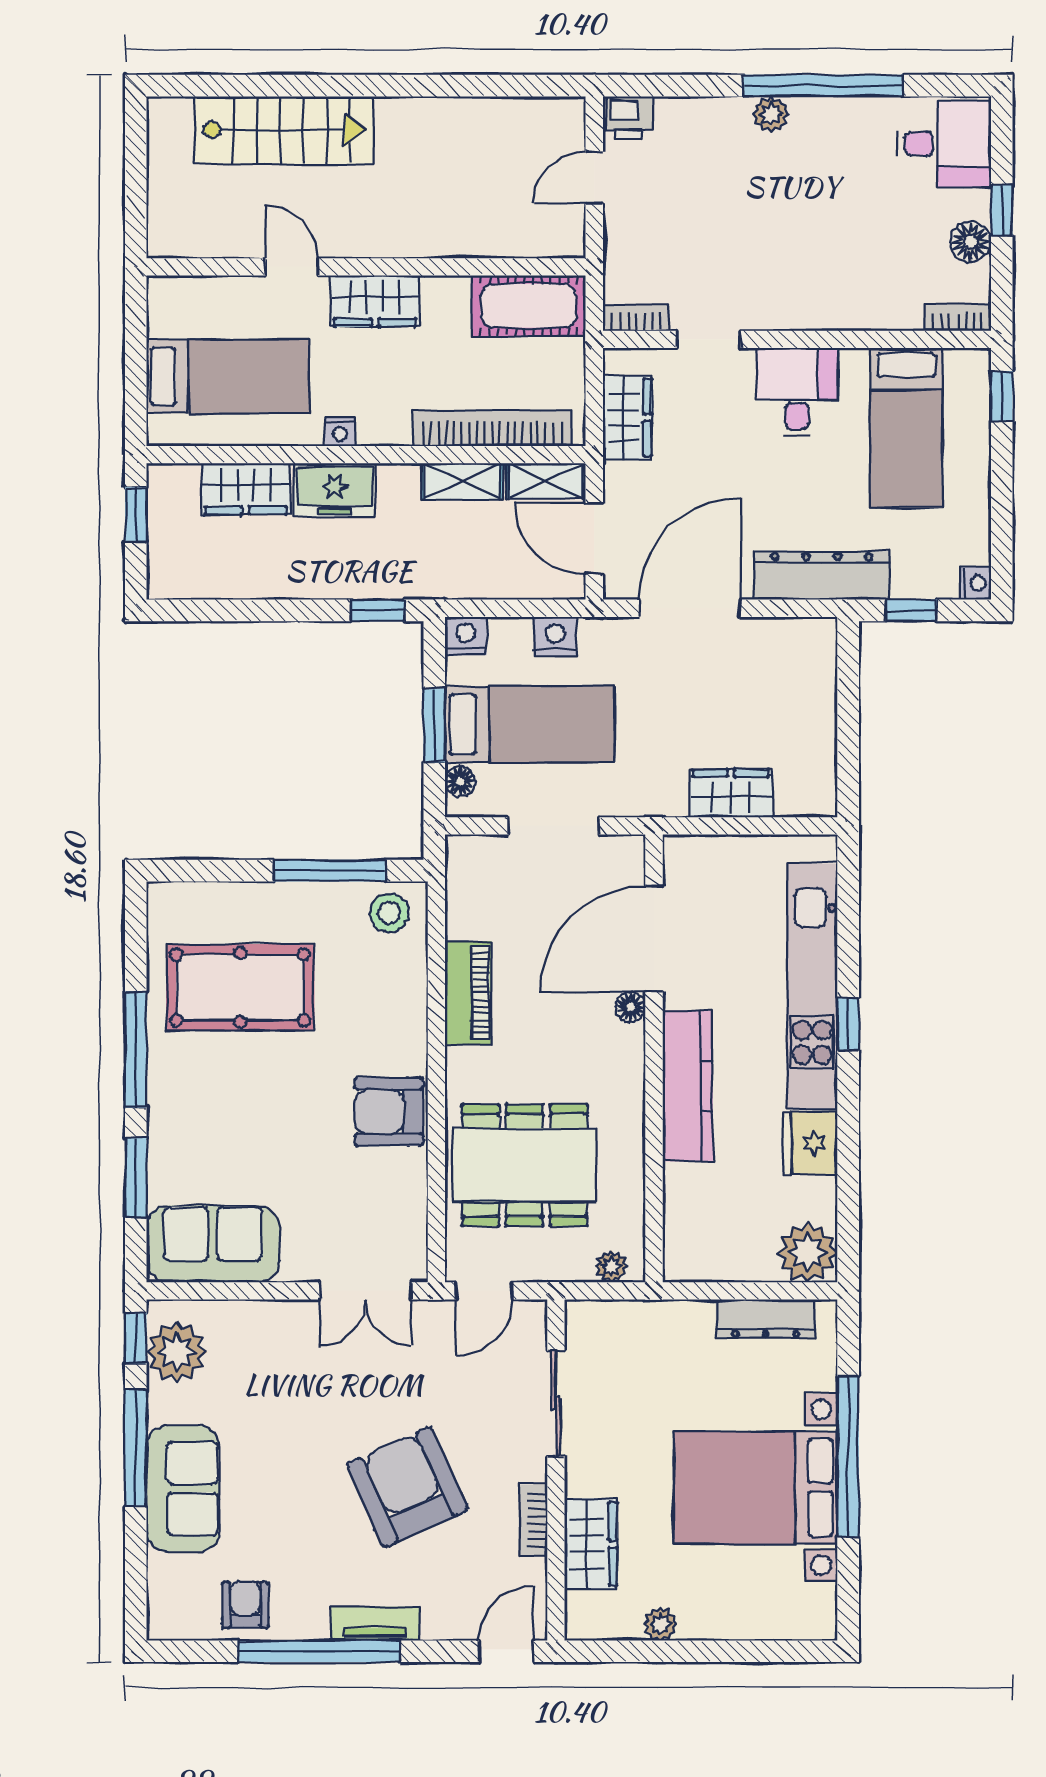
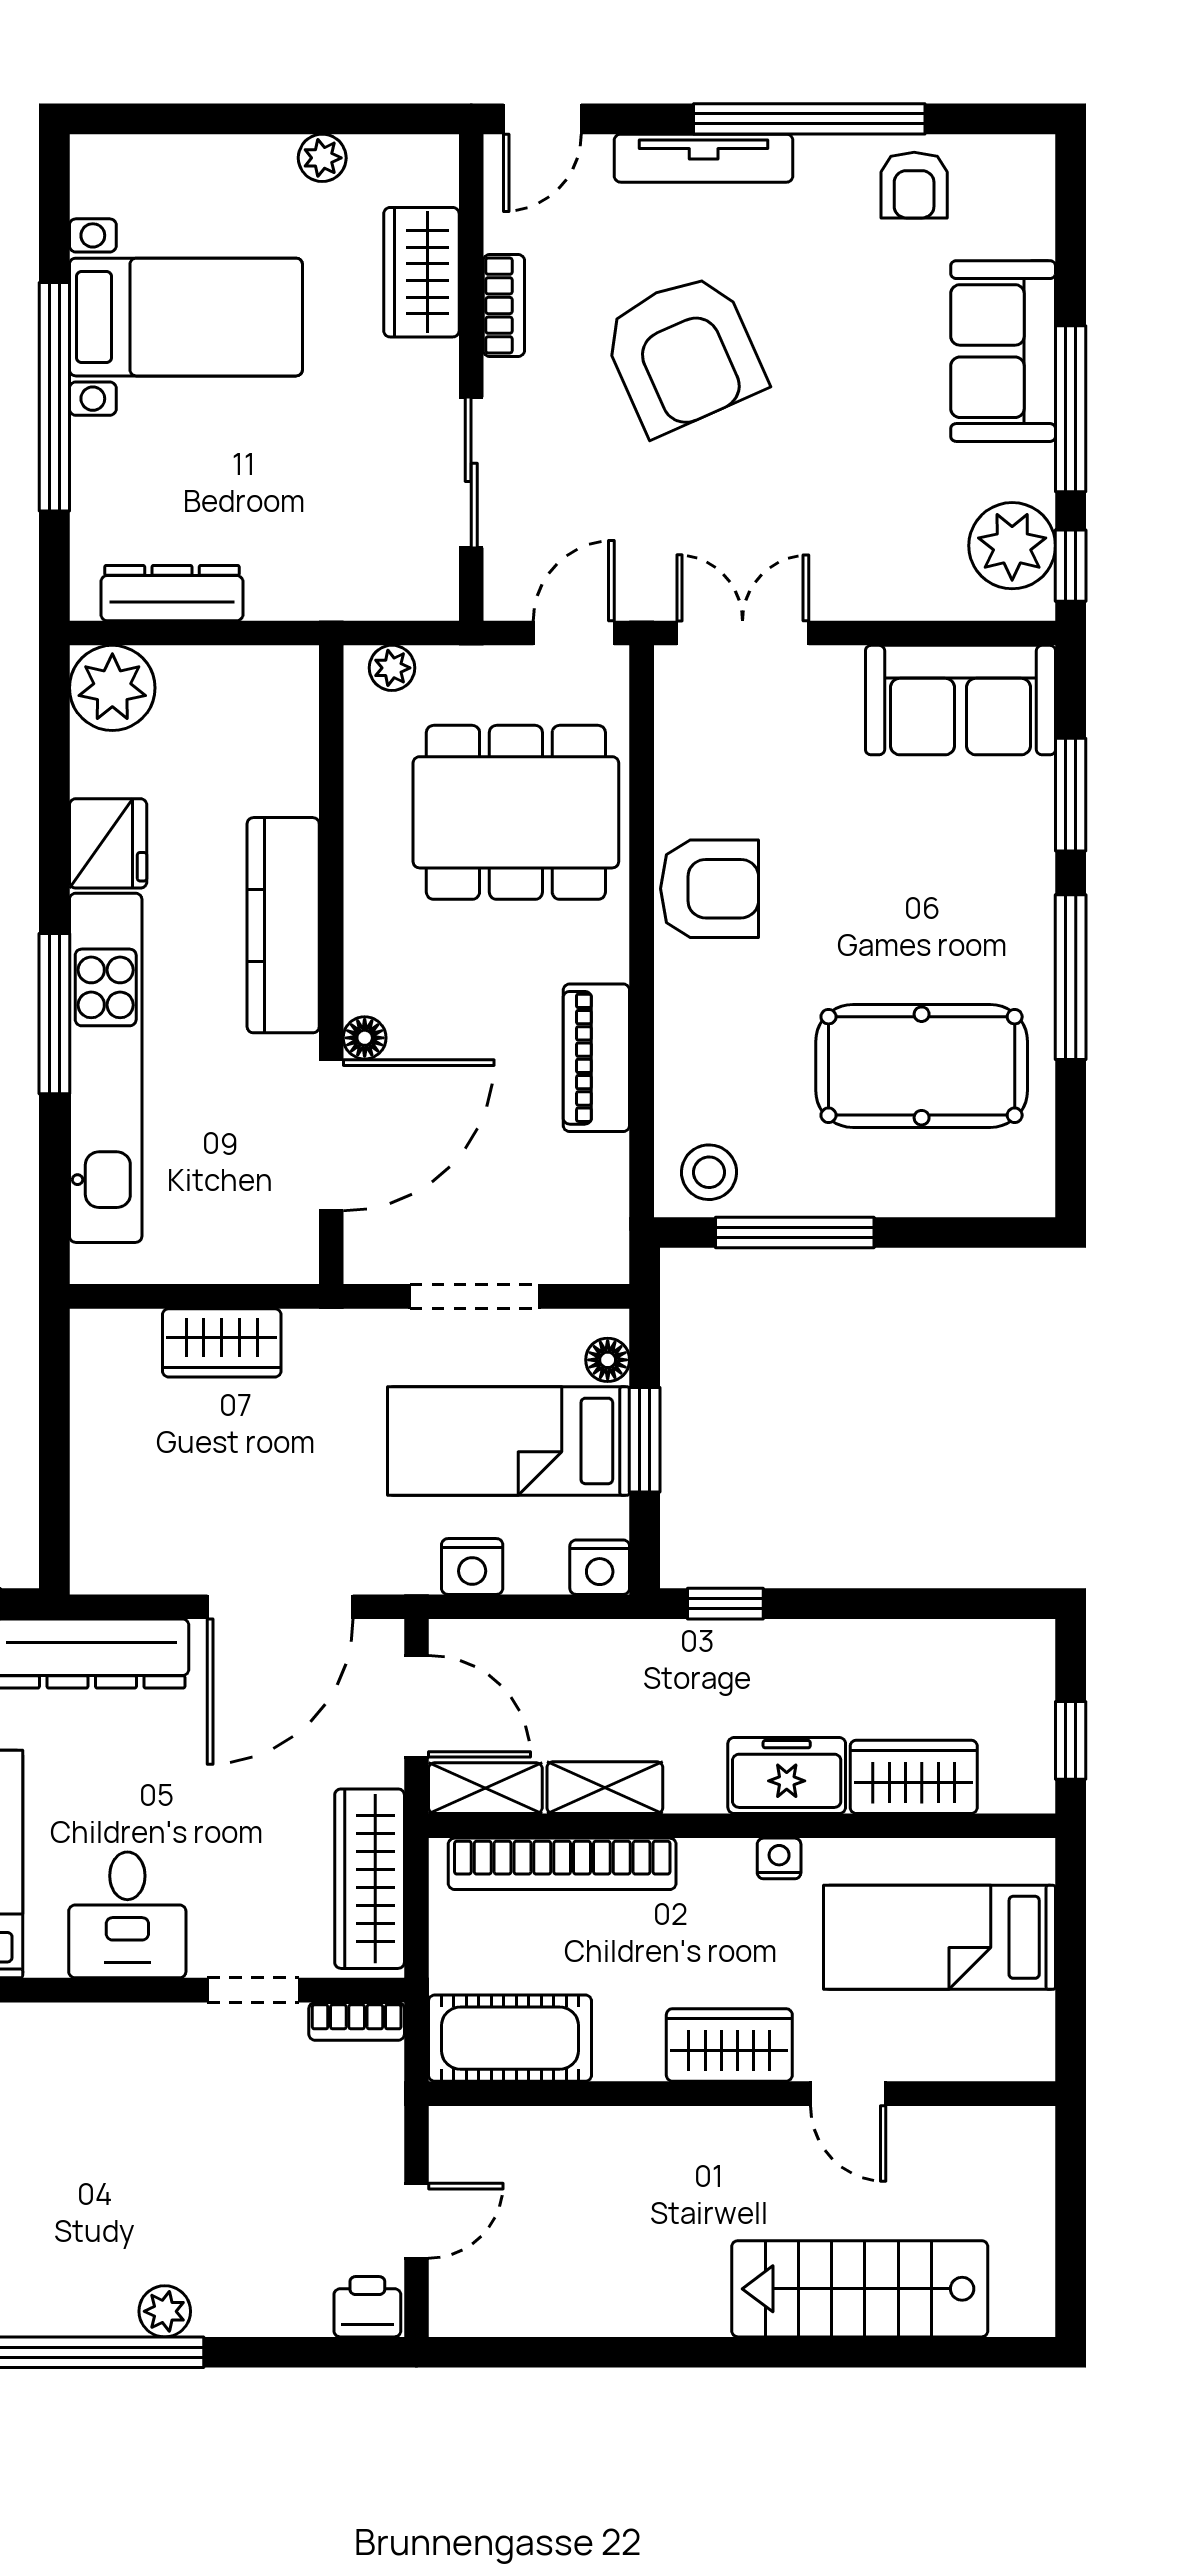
wardrobe: (627, 418) -> (370, 1879), width x1.50
window: (848, 1024) -> (54, 1014), width x2.17
bed with nightstands: (756, 1487) -> (186, 317), width x0.73
tv unit: (375, 1624) -> (704, 158), width x1.41

